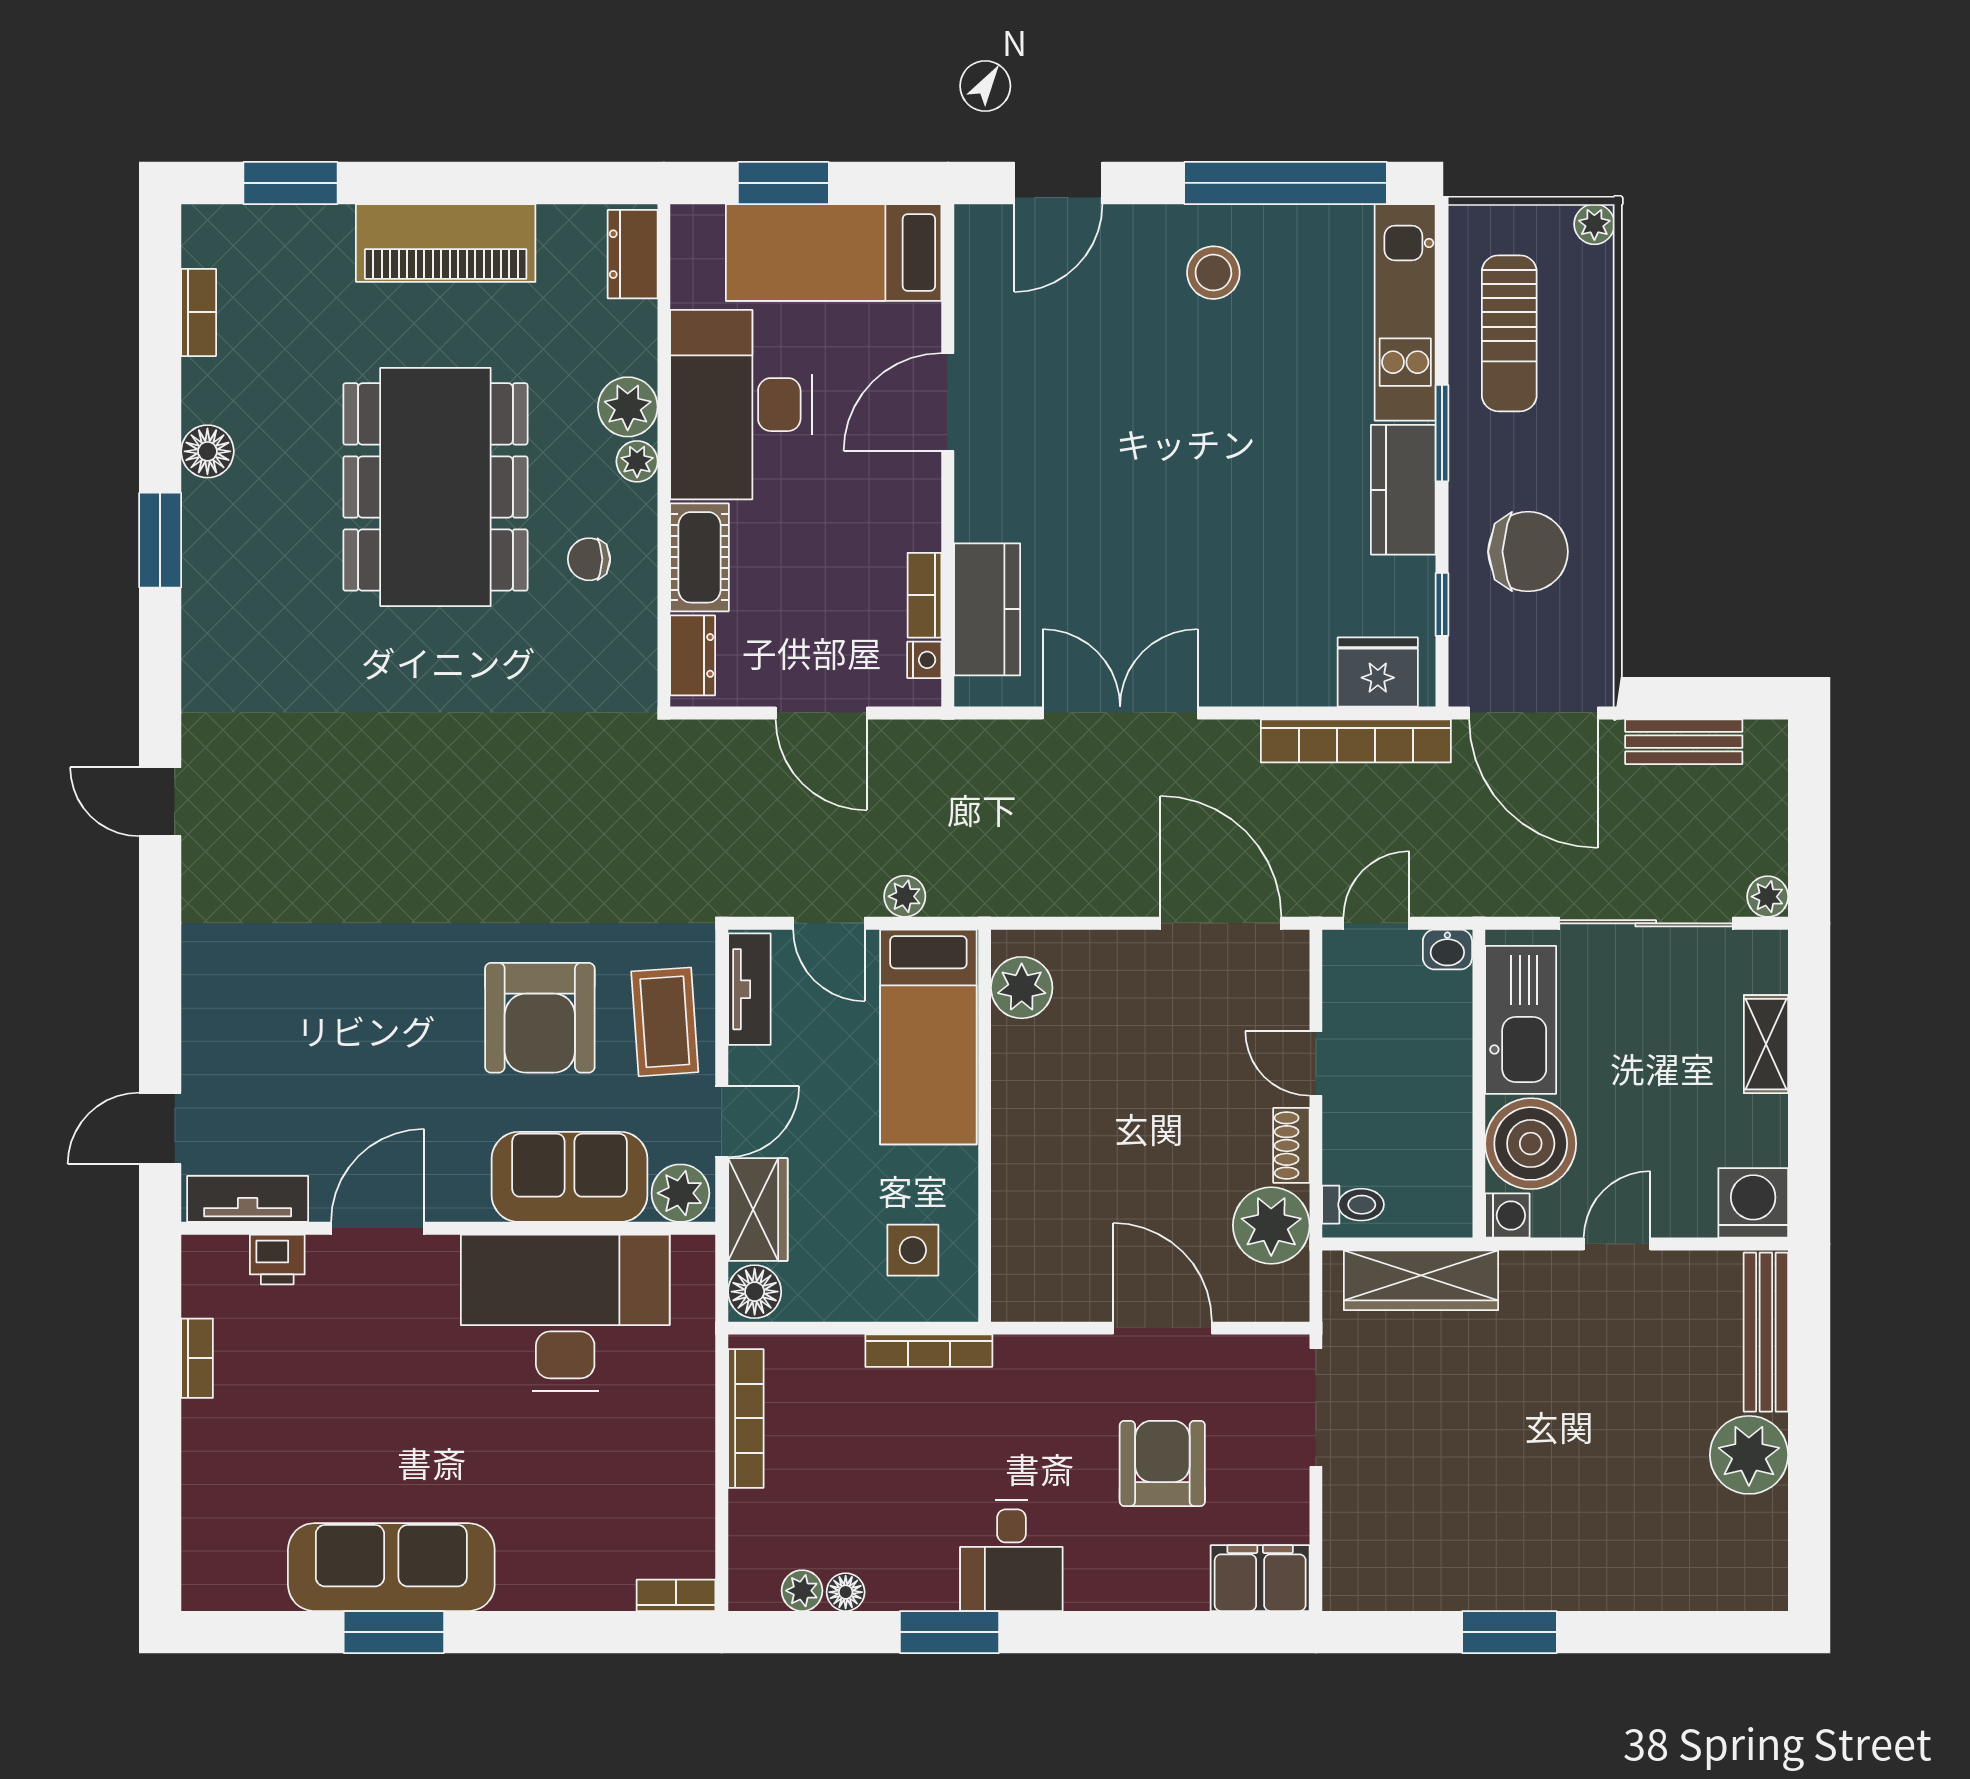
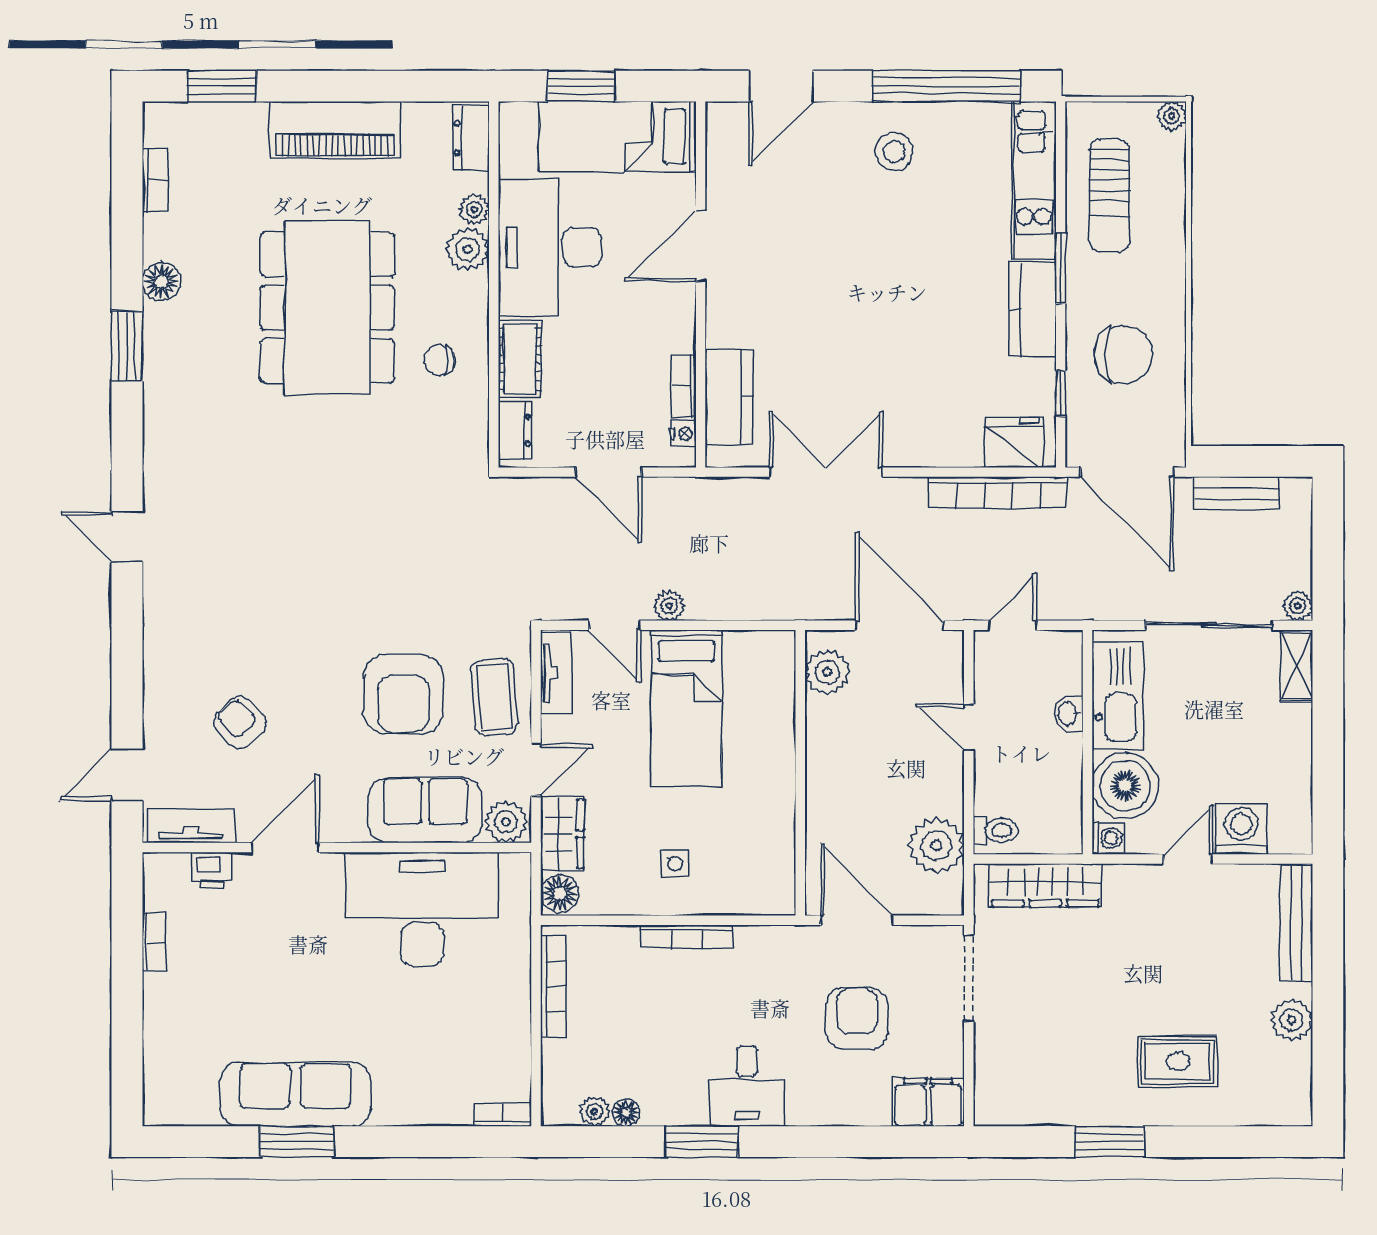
plant: (637, 461) -> (474, 209), moved
washbasin: (1447, 950) -> (1068, 714), moved, turned 90
plant: (1022, 988) -> (827, 672), moved
shelving: (1766, 1044) -> (1296, 666), moved
armchair: (316, 1057) -> (240, 723), added
wall: (985, 1126) -> (800, 773), moved
shoe rack: (1291, 1145) -> (951, 787), removed
washing machine: (1753, 1203) -> (1241, 829), moved
side table: (913, 1250) -> (675, 863), width x0.73, depth x0.73
plant: (1749, 1455) -> (1292, 1020), width x0.73, depth x0.73
rug: (1603, 1522) -> (1178, 1061), added

